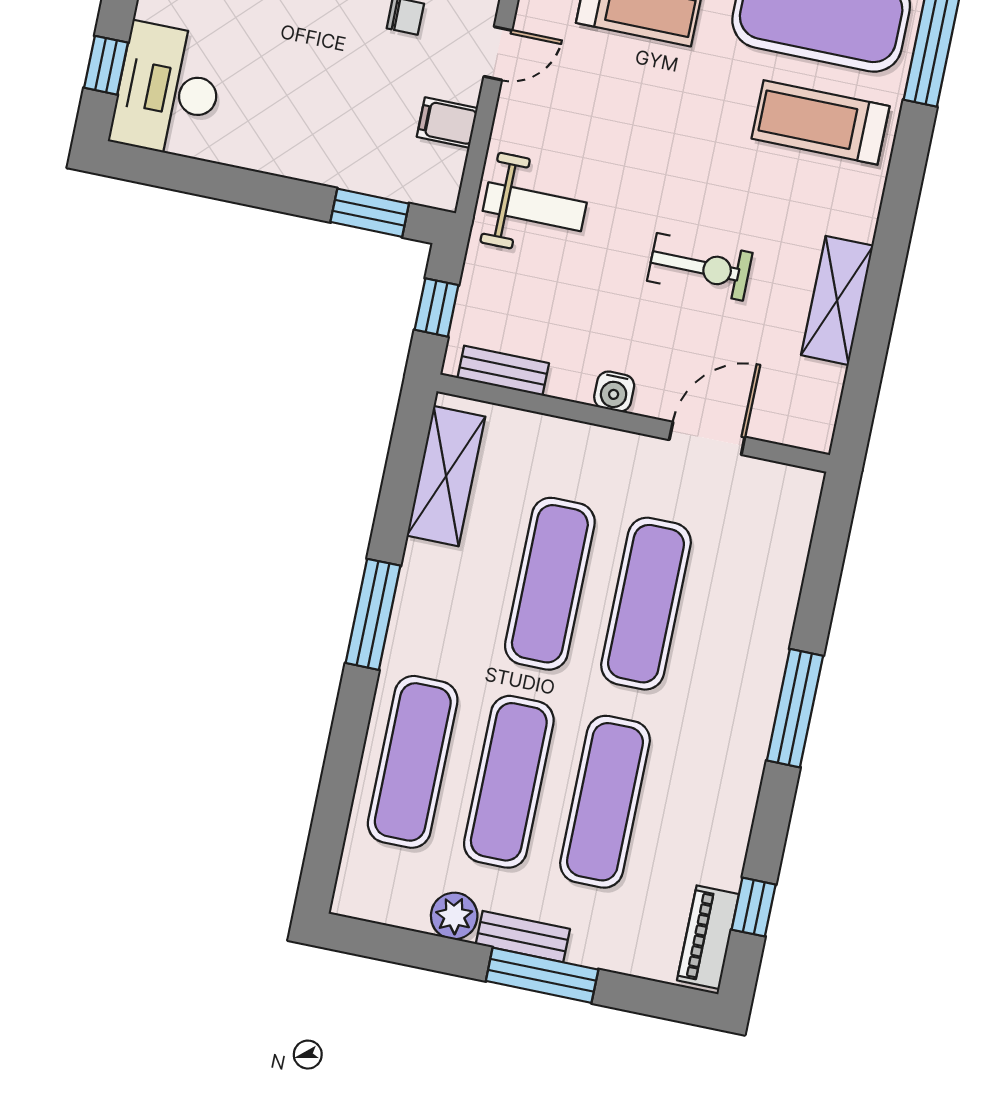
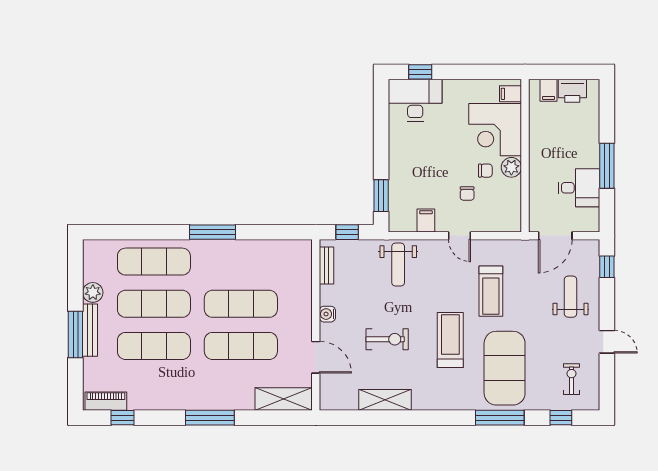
treadmill: (820, 122) -> (450, 340), moved
exercise bike: (700, 267) -> (387, 339), turned -90
shelving: (446, 476) -> (284, 399), moved
bench: (523, 937) -> (90, 330), width x1.36

